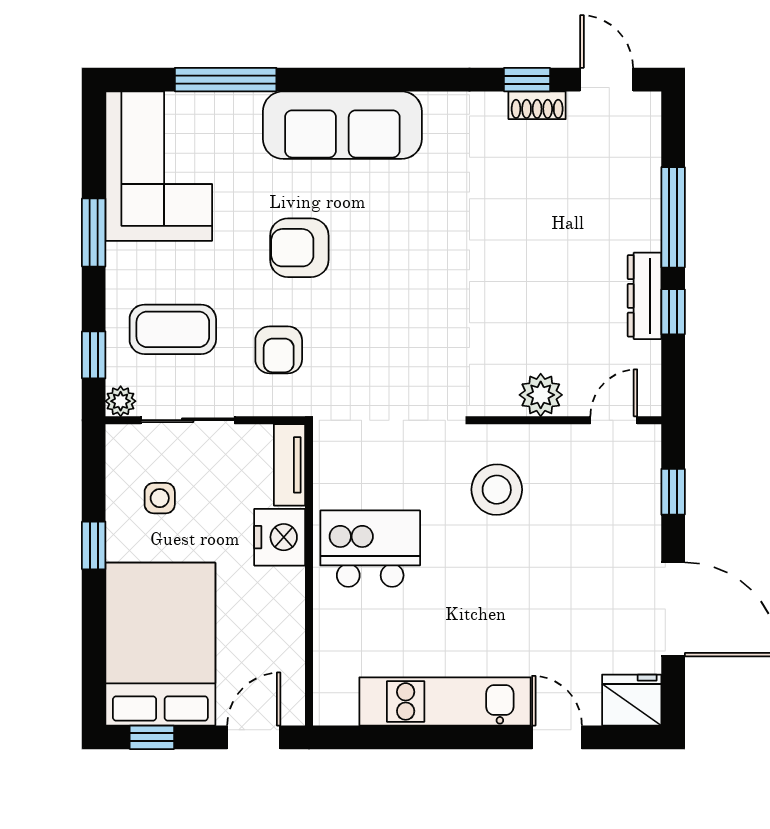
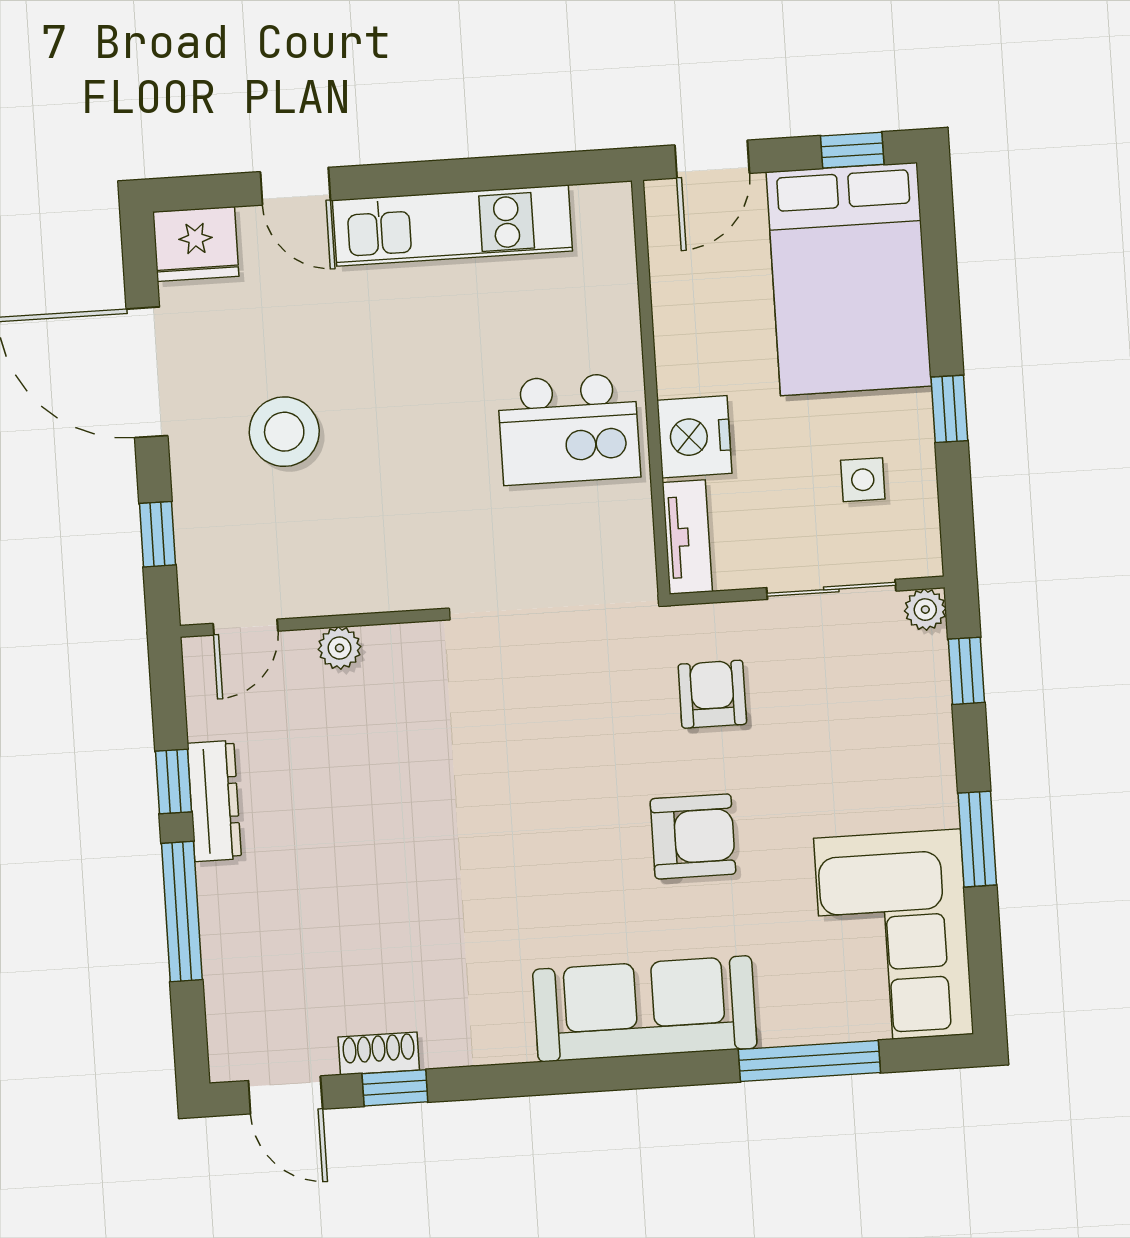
coffee table: (173, 329) -> (860, 713), removed
plant: (541, 395) -> (340, 648), width x0.73, depth x0.73
stool: (497, 490) -> (284, 432), moved

